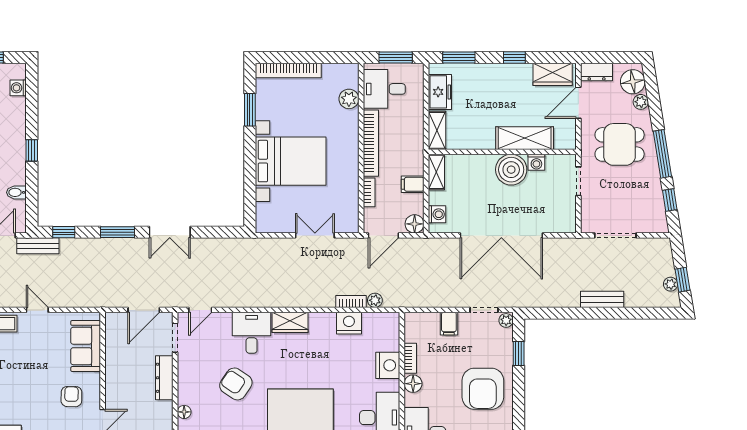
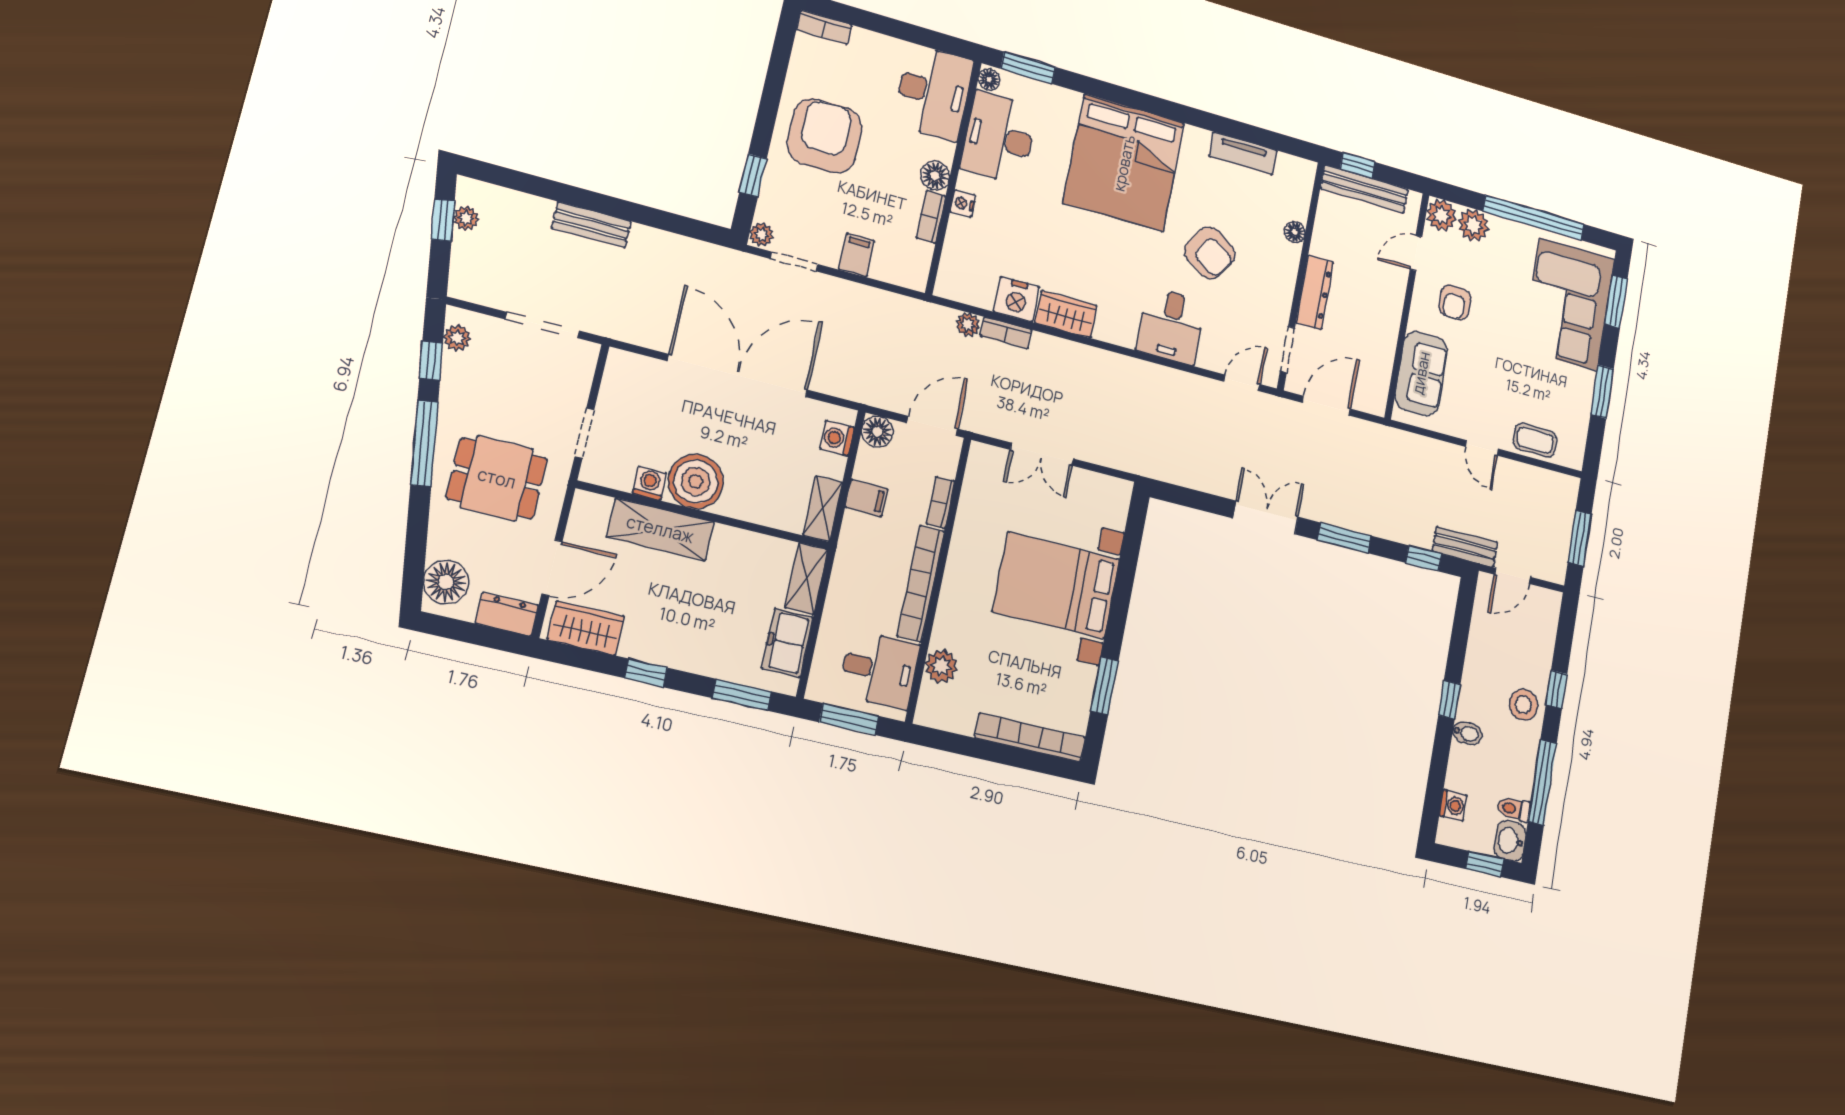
plant: (641, 102) -> (457, 338), moved
bidet: (16, 192) -> (1467, 733), moved
wardrobe: (290, 322) -> (1066, 314), moved
nightstand: (388, 365) -> (963, 204), width x0.53, depth x0.56

